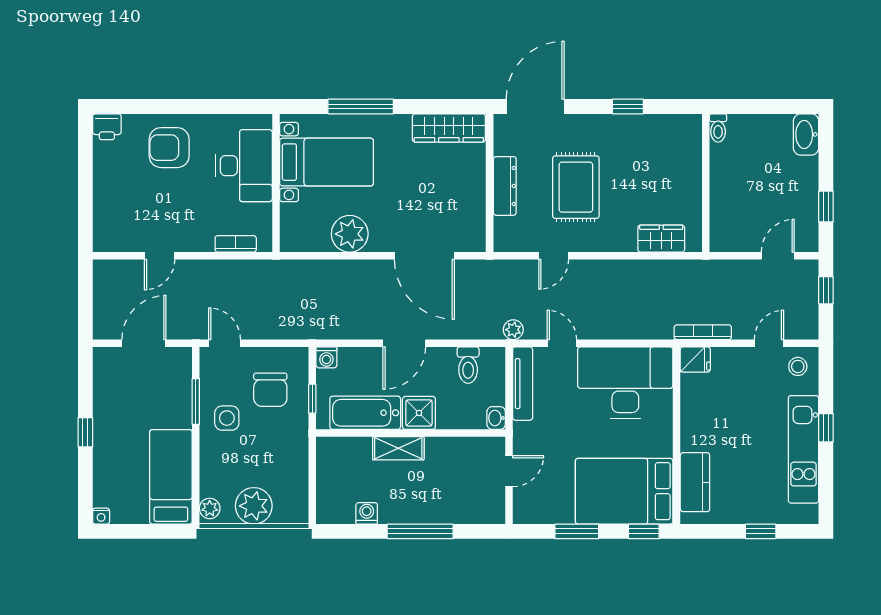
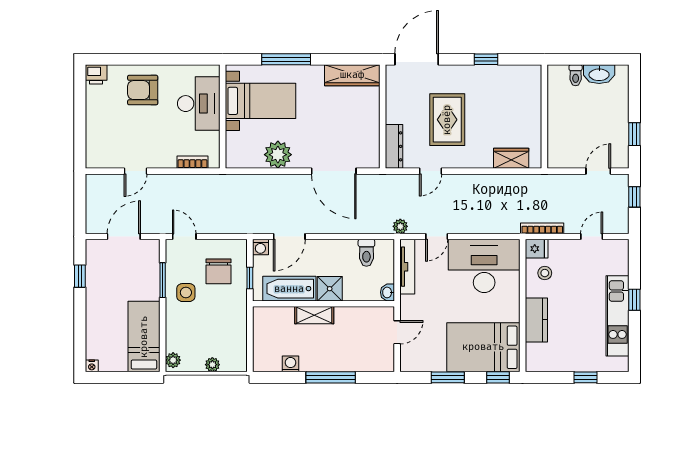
toilet: (718, 128) -> (576, 75), moved
washbasin: (806, 134) -> (599, 74), moved, turned -90
dresser: (505, 186) -> (394, 146), moved
door: (404, 343) -> (289, 237), moved
door: (562, 343) -> (437, 237), swing flipped
stool: (798, 366) -> (545, 273), moved
window: (85, 432) -> (80, 276), moved
kitchen counter: (695, 482) -> (536, 320), moved
plant: (254, 506) -> (212, 365), width x0.53, depth x0.53

